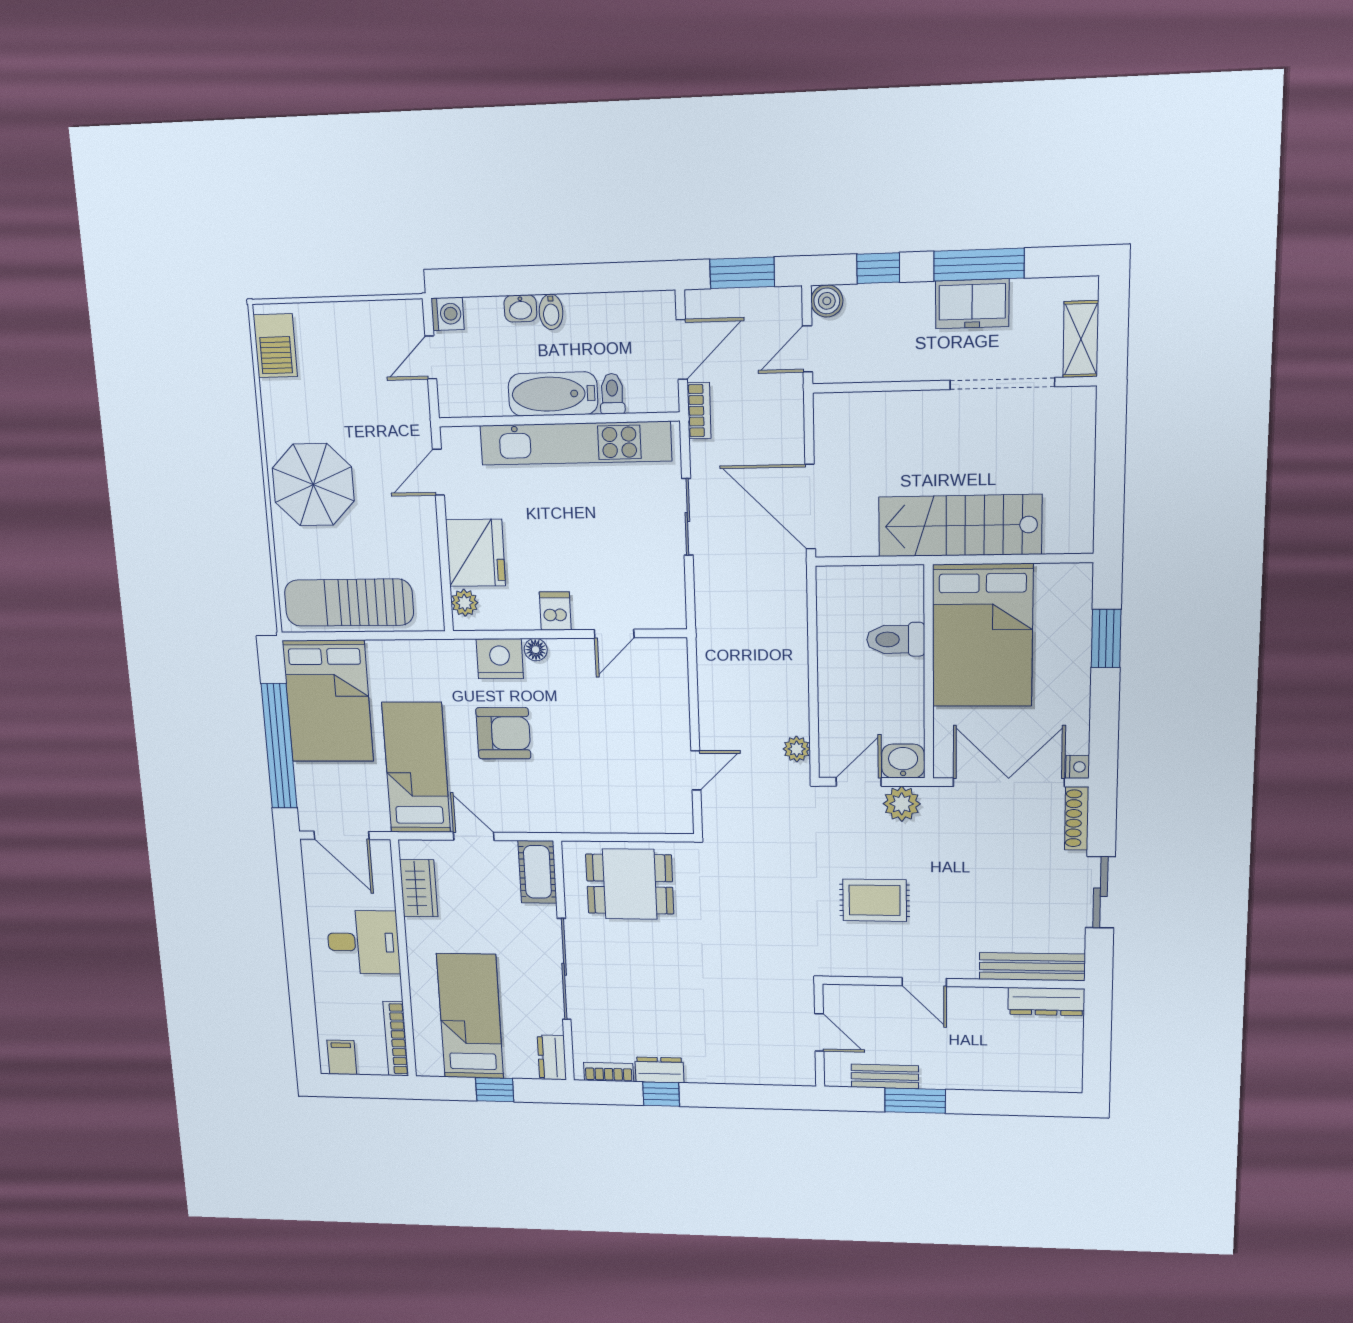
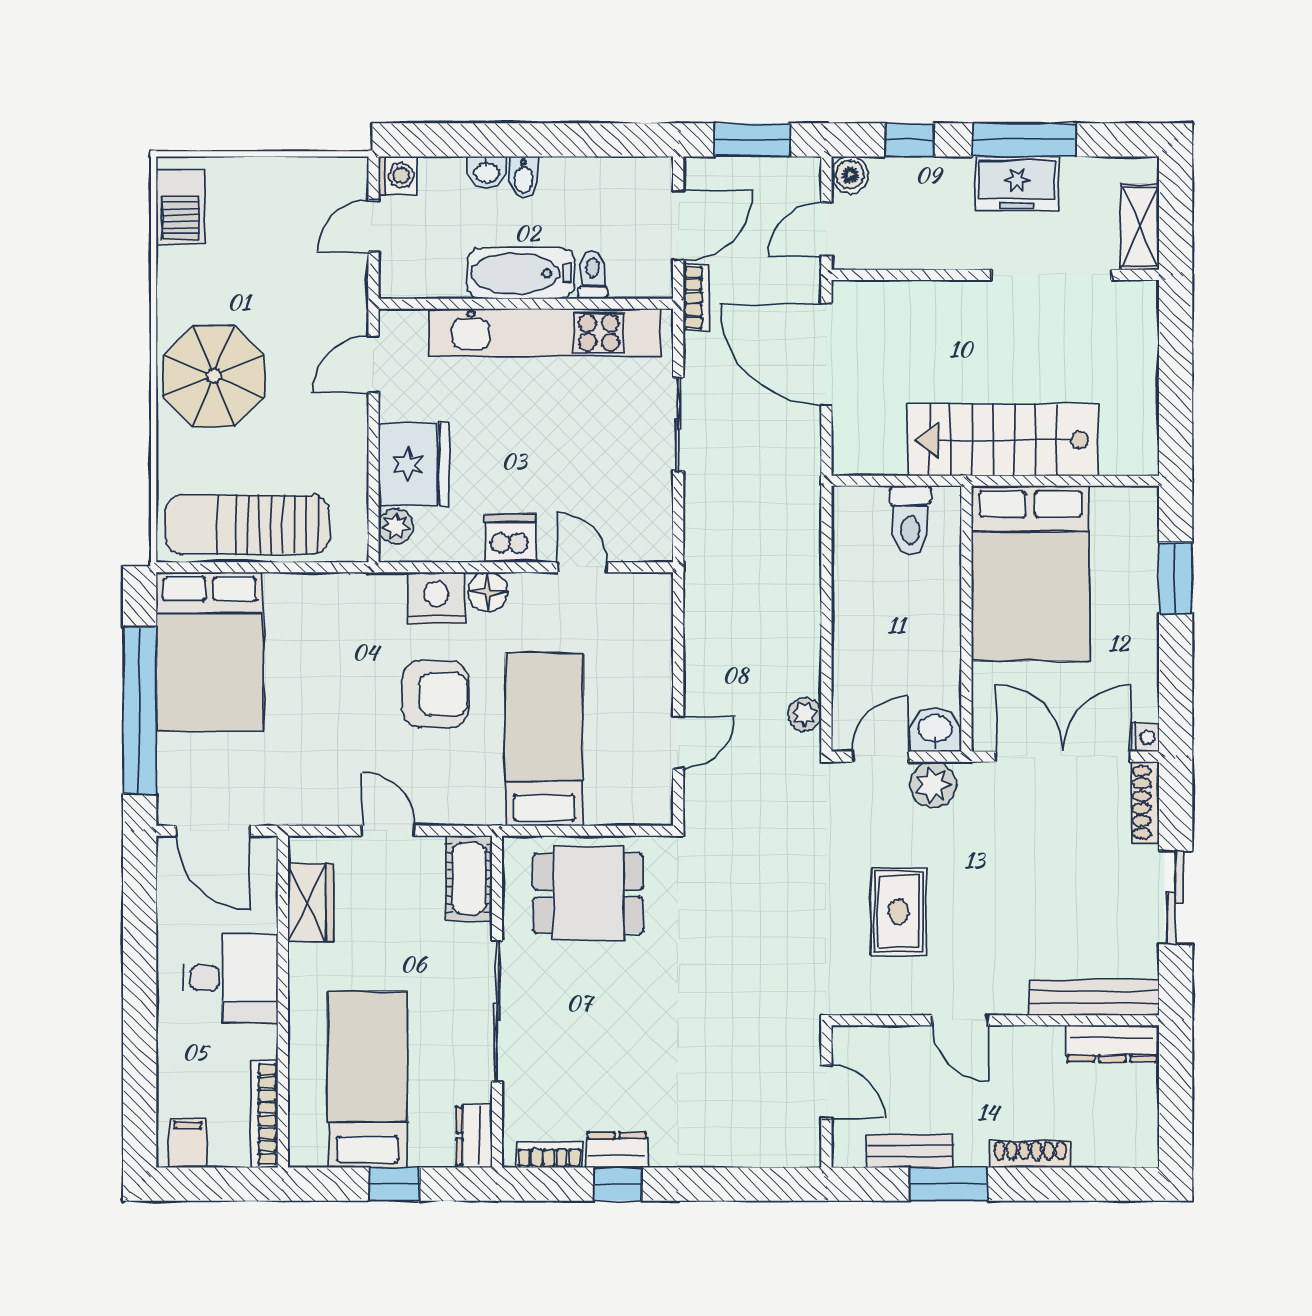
door: (810, 507) -> (826, 354), moved
dishwasher: (555, 611) -> (510, 538), width x1.38
door: (614, 634) -> (582, 567), swing flipped
toilet: (896, 639) -> (910, 520), moved, turned -90
floor lamp: (536, 650) -> (488, 592), width x1.37, depth x1.37
bed: (416, 768) -> (544, 740), moved
rug: (875, 900) -> (899, 911), turned 90
shoe rack: (980, 1081) -> (1030, 1154), added

